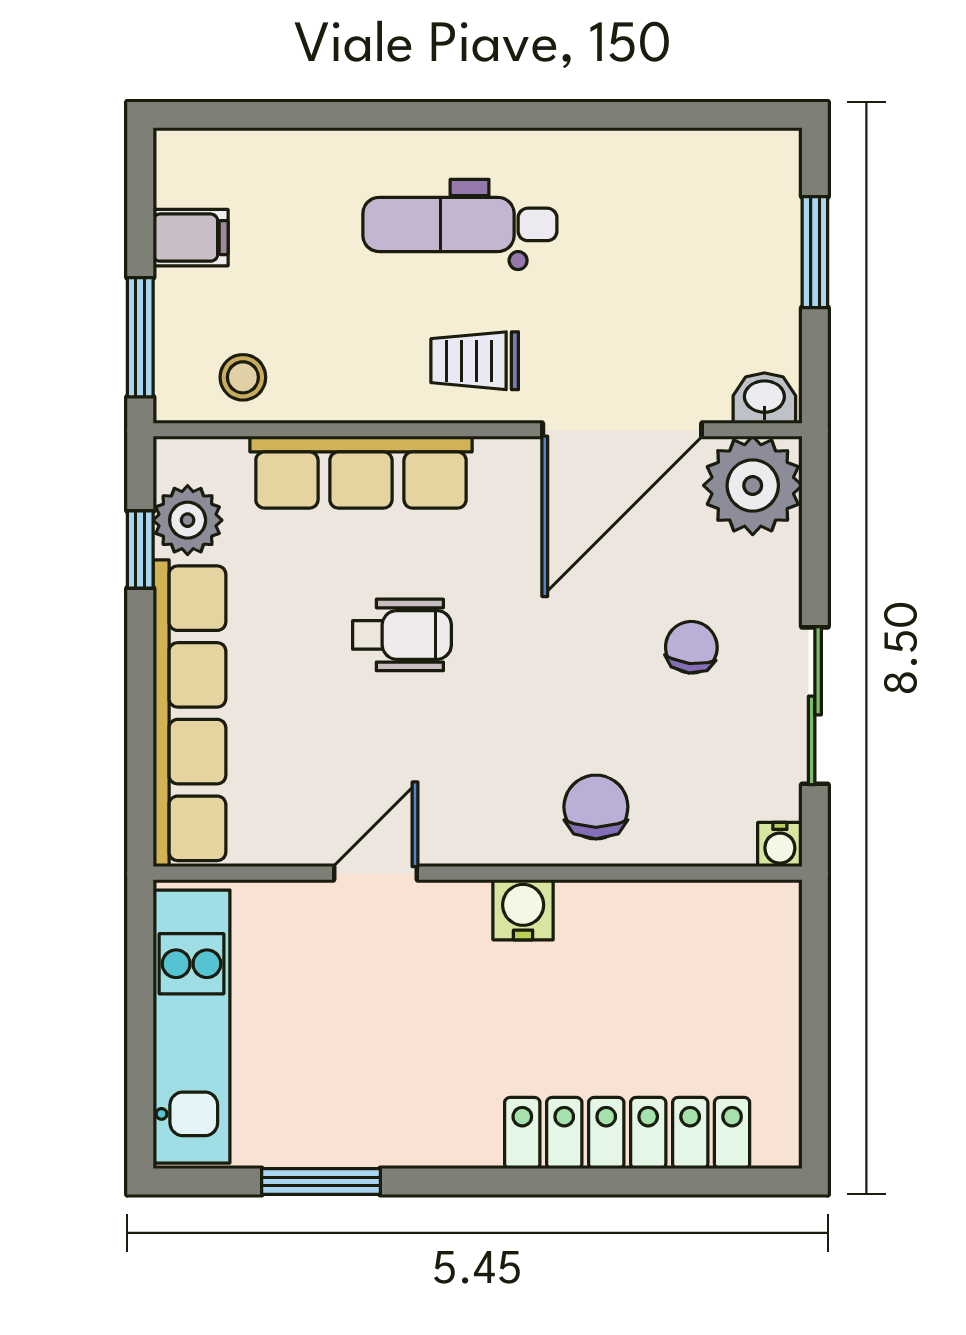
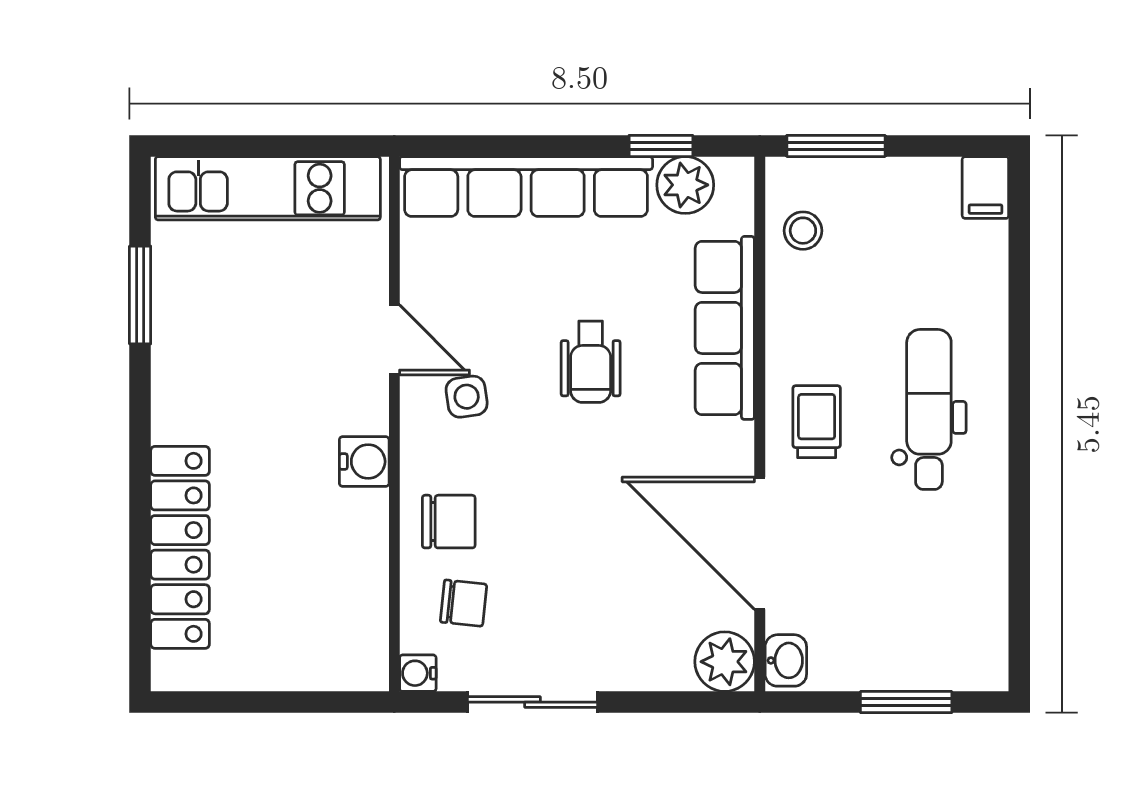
filing cabinet: (191, 238) -> (985, 187), moved
plant: (753, 485) -> (725, 662), width x0.73, depth x0.73
chair: (691, 647) -> (464, 603), moved
side table: (444, 785) -> (467, 397), added

